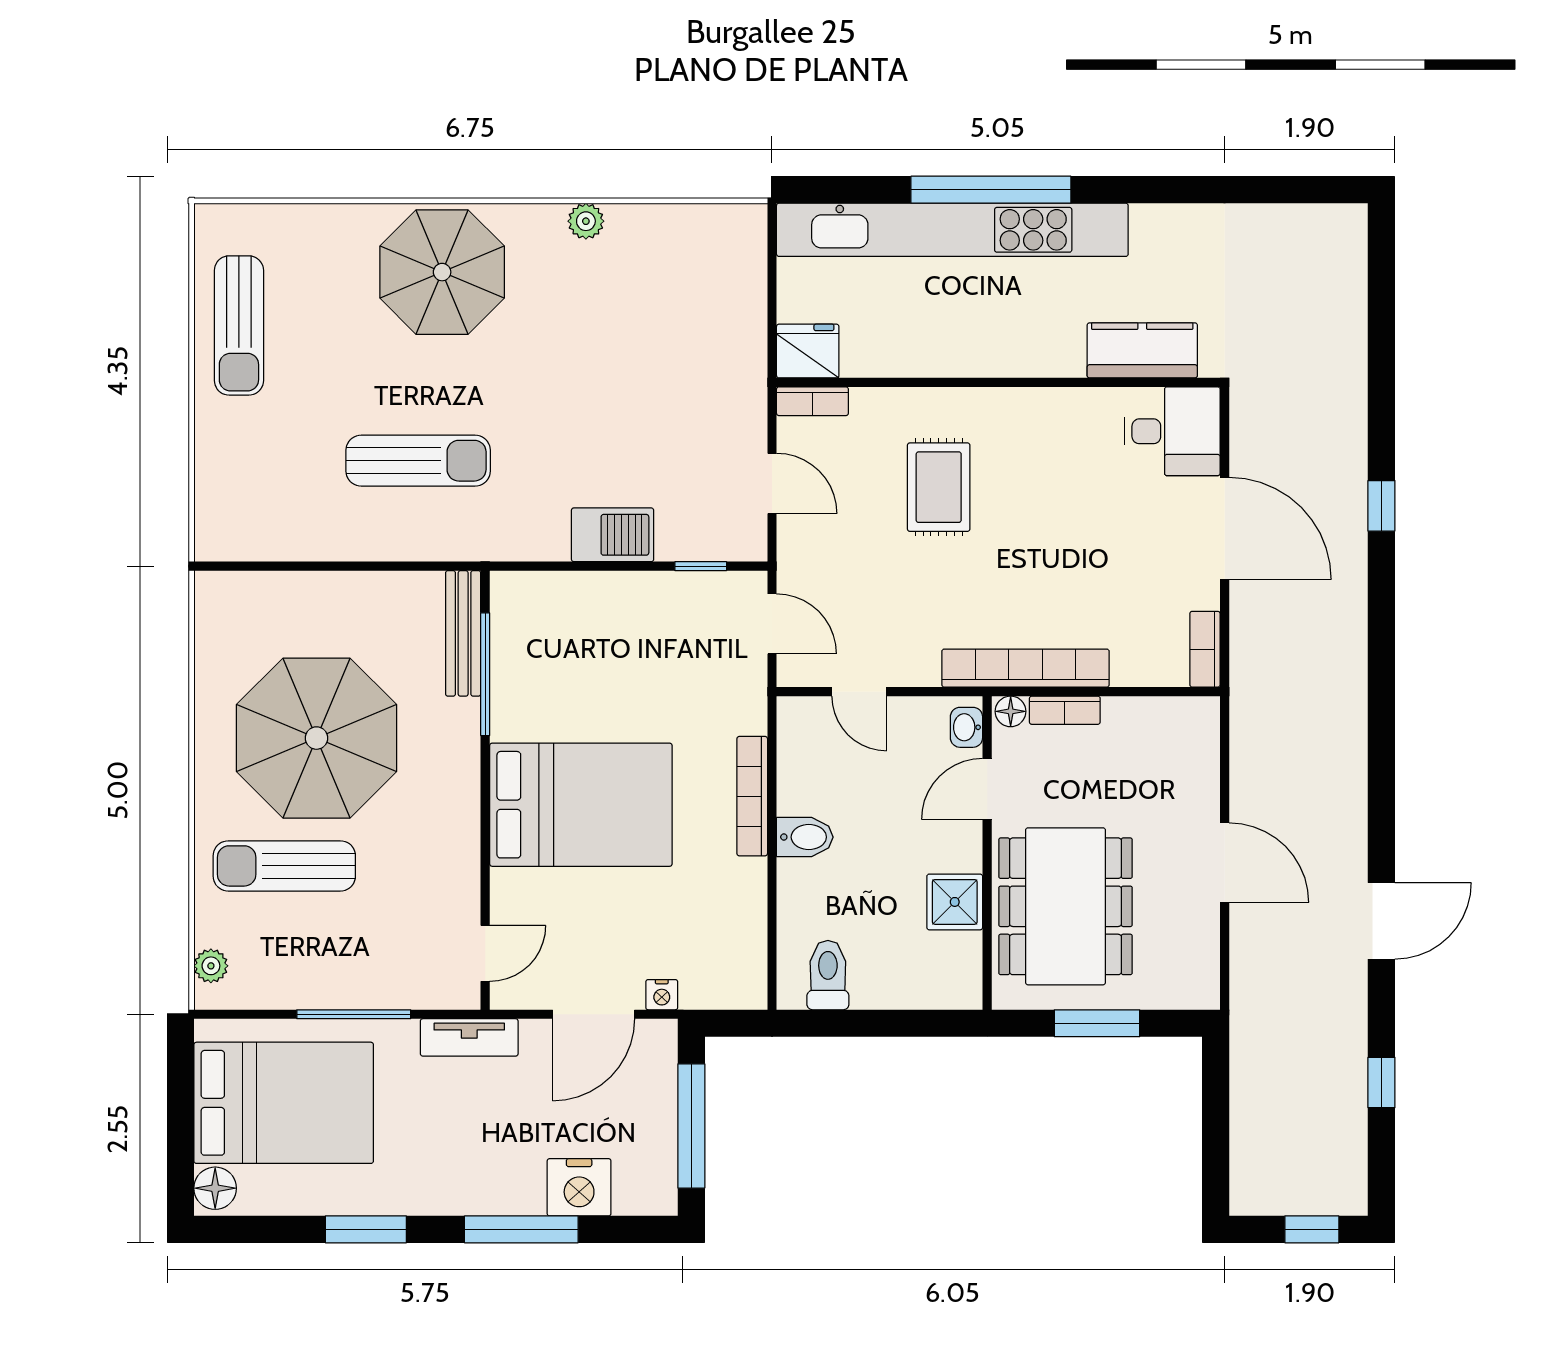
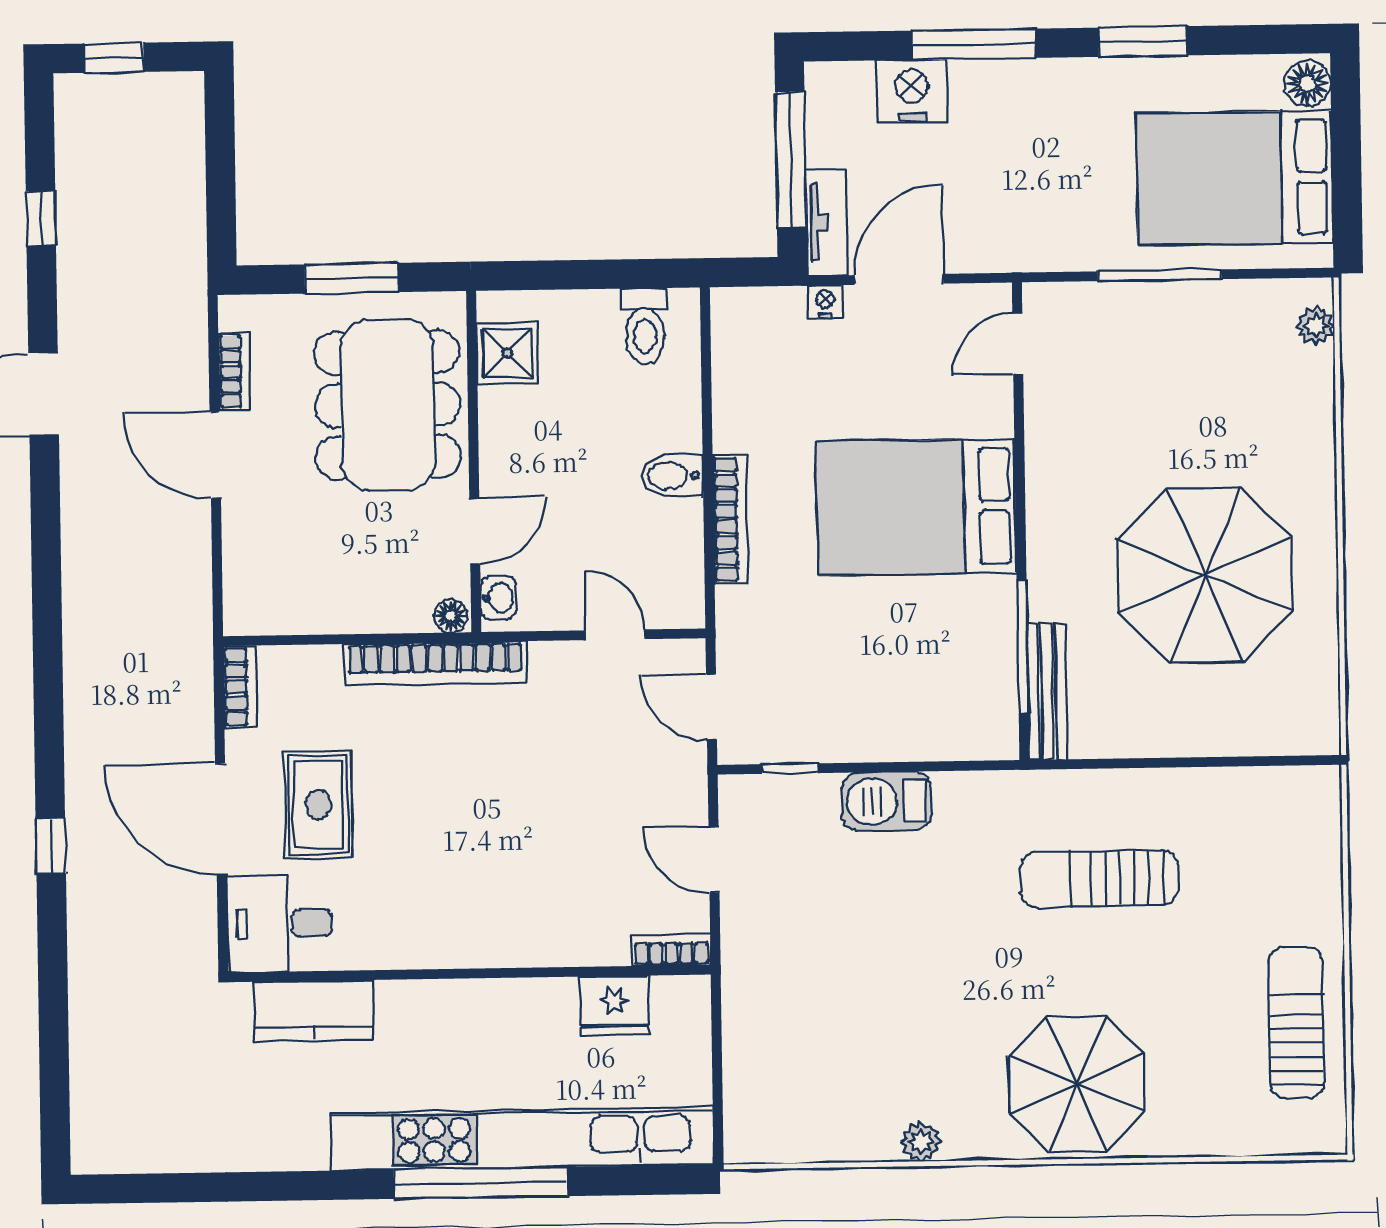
fridge: (808, 351) -> (614, 1005), moved
rug: (939, 487) -> (318, 805), moved
bookcase: (1065, 710) -> (234, 371), moved, turned 90
sun lounger: (284, 866) -> (1238, 435), removed
shower: (955, 902) -> (507, 353), moved
tv unit: (469, 1037) -> (827, 222), moved, turned 90

